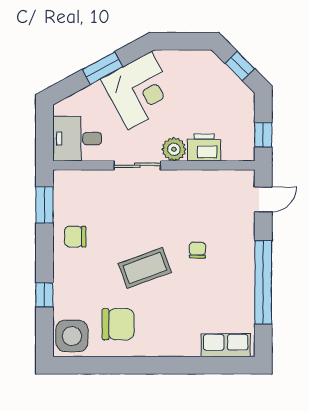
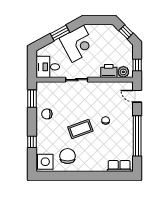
plant: (174, 149) -> (123, 72), moved
door: (263, 199) -> (137, 96), swing flipped
chair: (118, 324) -> (68, 156), turned -90

